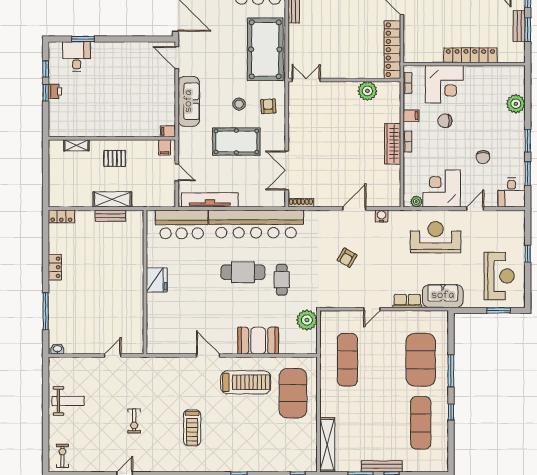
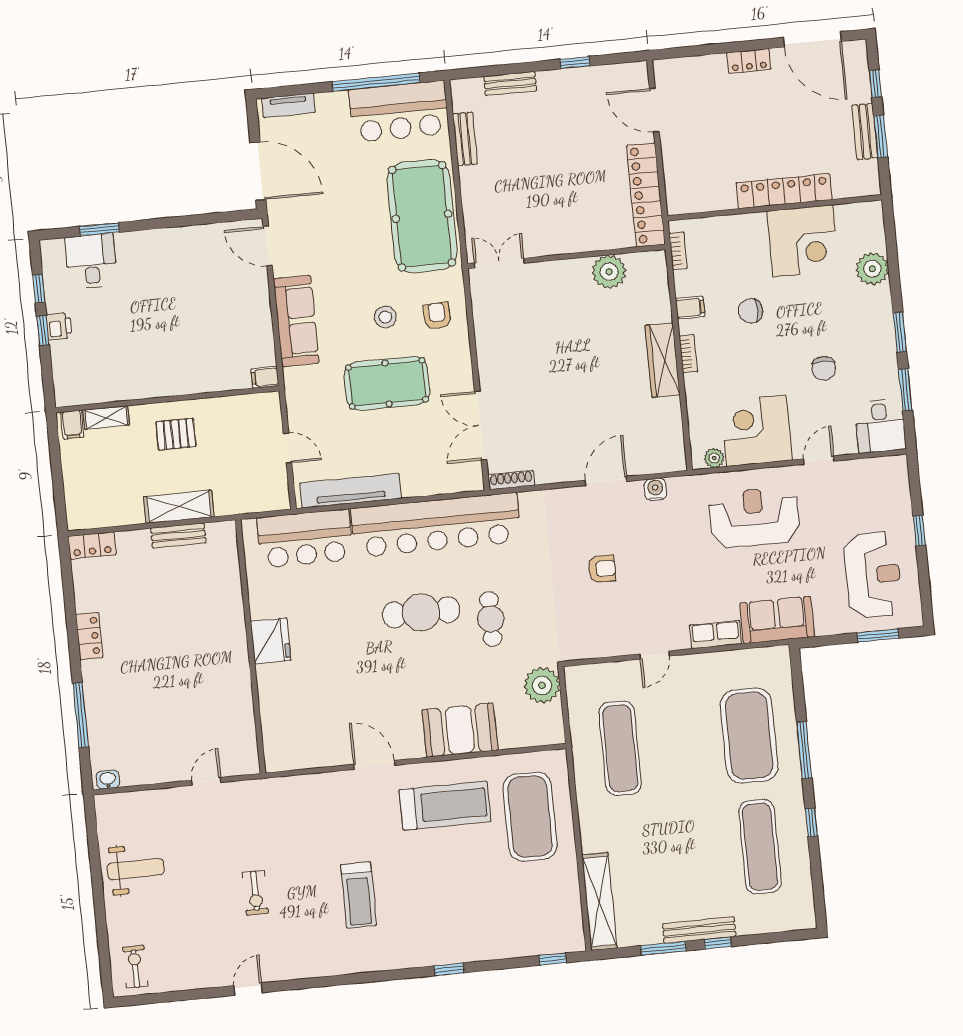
corner desk: (444, 84) -> (803, 241), moved
filing cabinet: (165, 147) -> (72, 425), moved
armchair: (347, 258) -> (602, 569), turned -120

